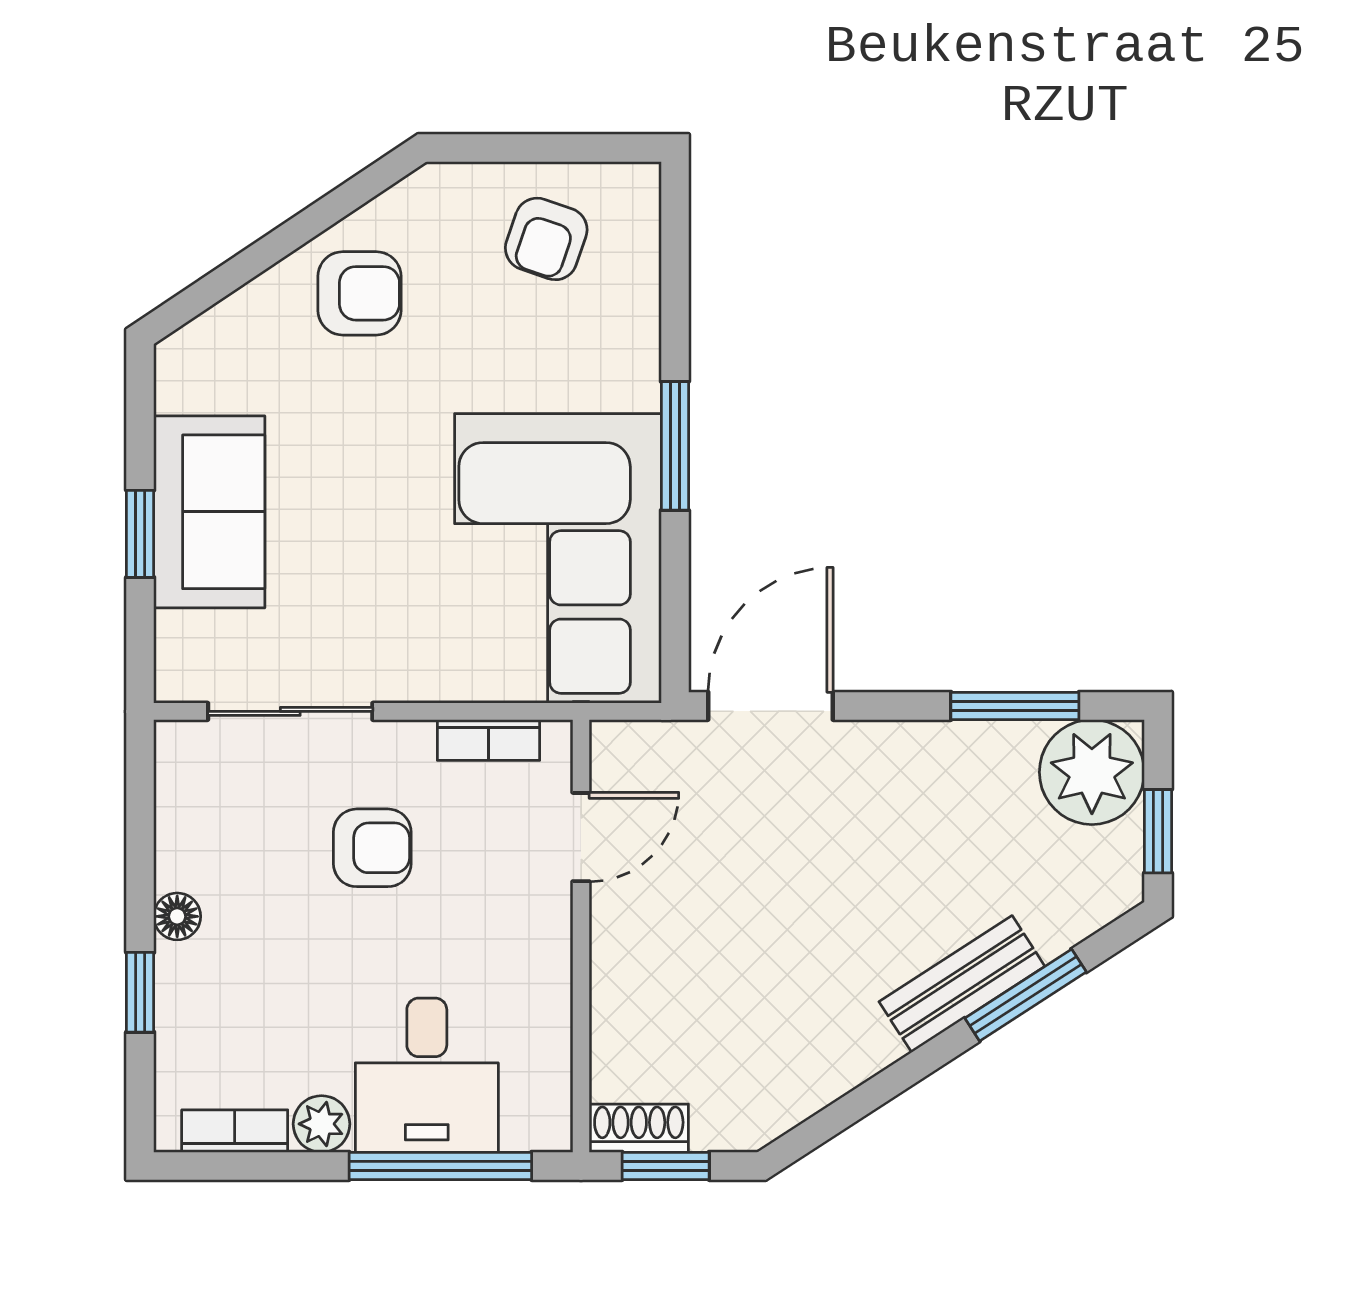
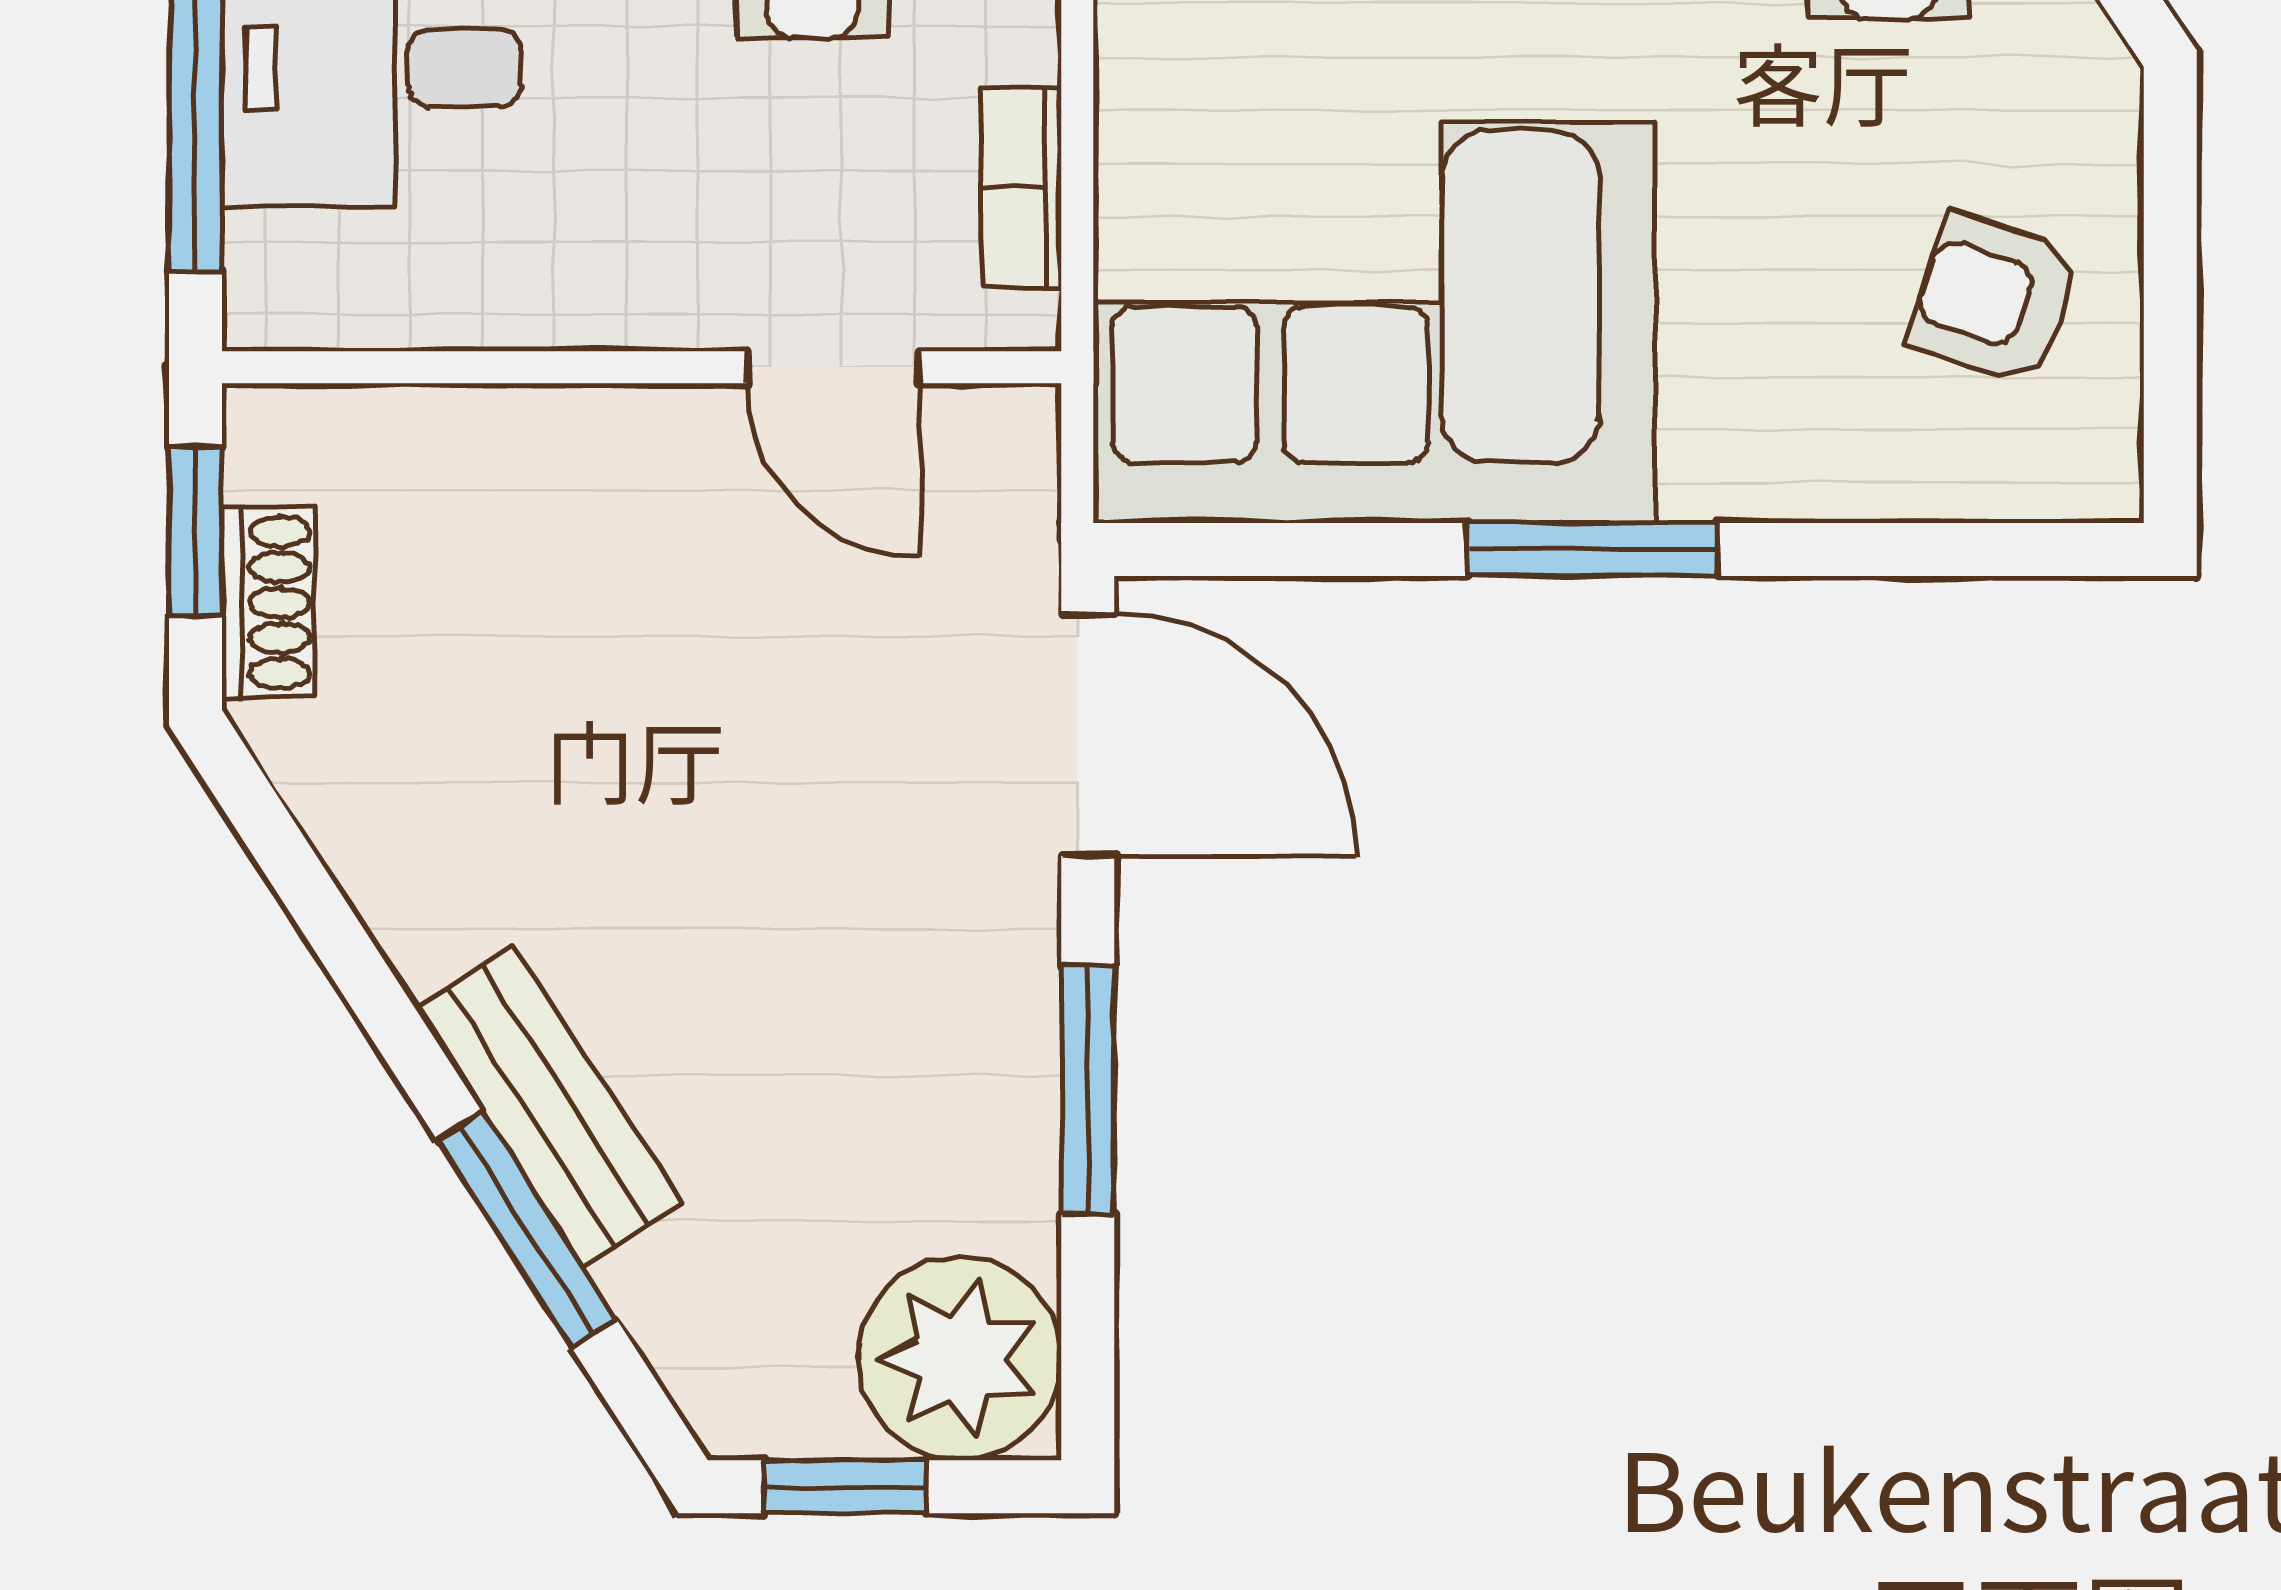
window: (1015, 706) -> (1088, 1090), moved
shoe rack: (639, 1128) -> (269, 603), moved

